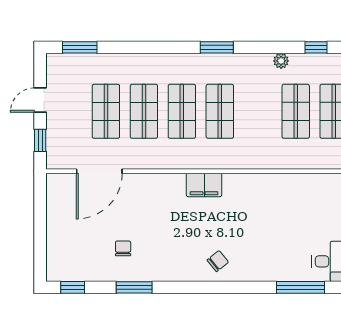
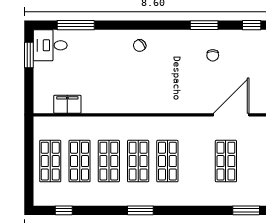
plant: (281, 61) -> (91, 200), removed
shop shelf: (144, 111) -> (109, 161), moved
filing cabinet: (204, 185) -> (67, 104), moved

